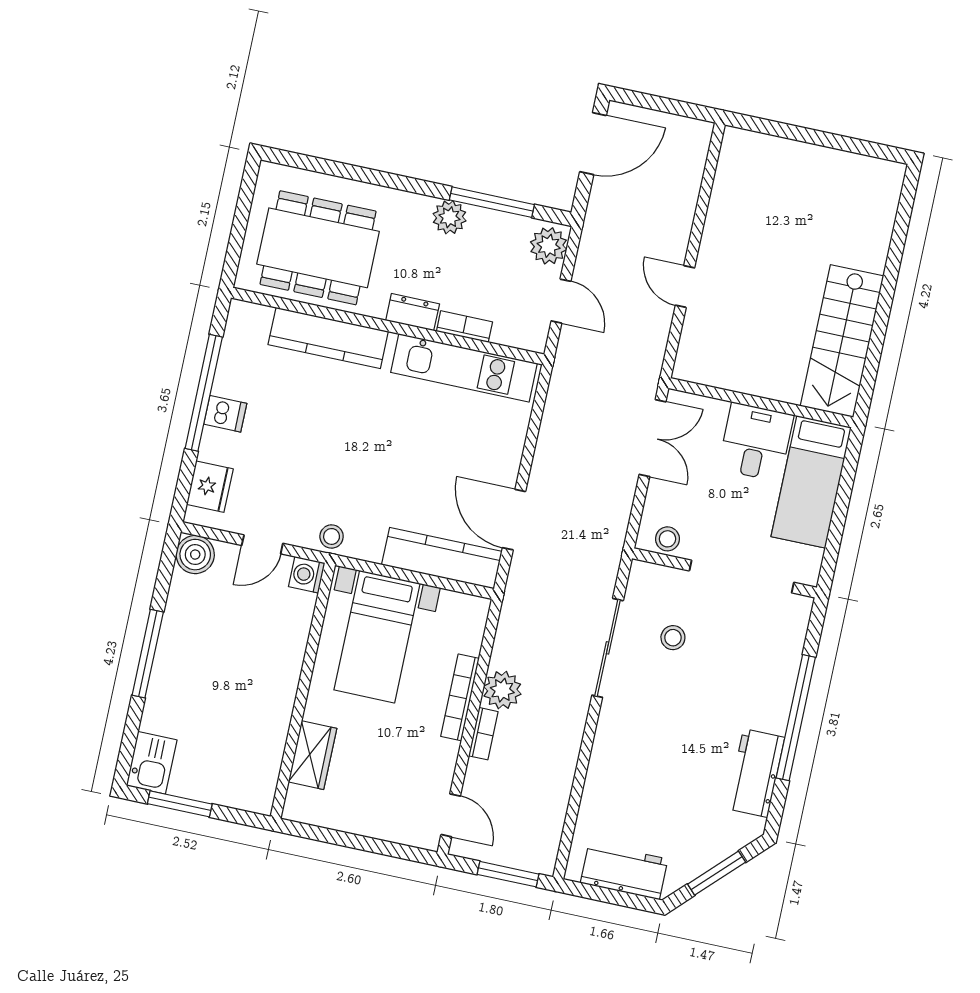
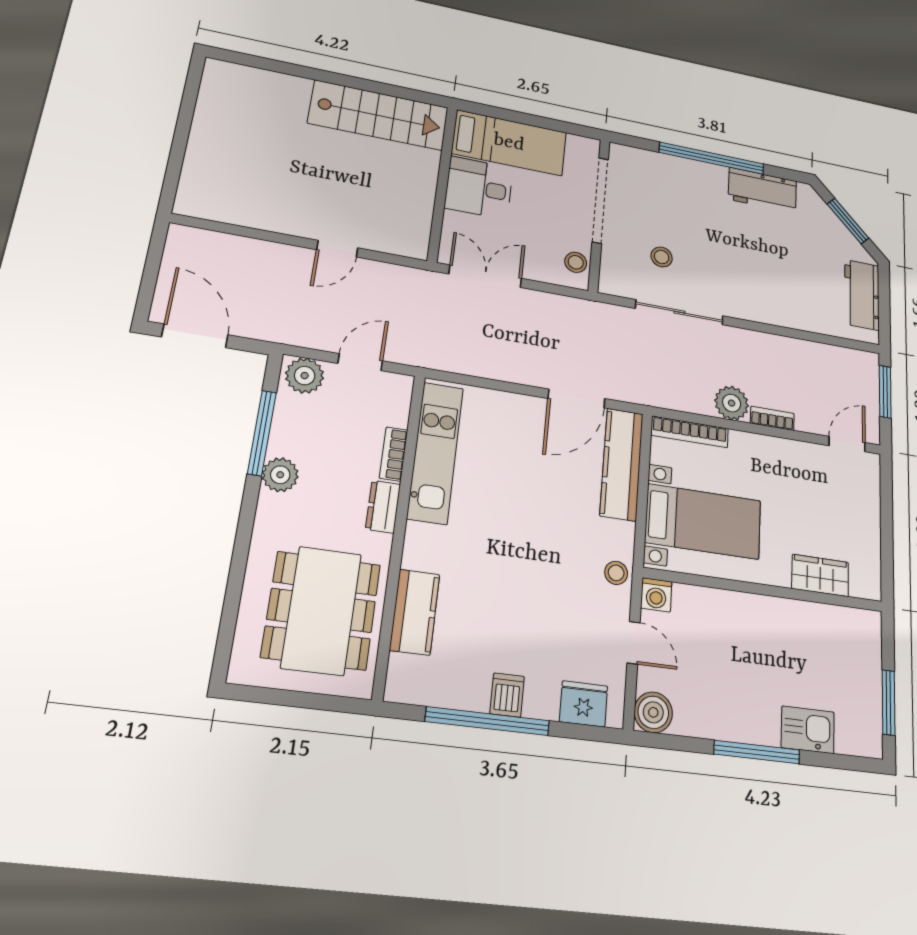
kitchen counter: (328, 338) -> (415, 612), width x0.67
bookcase: (460, 697) -> (690, 432), moved
kitchen sink: (152, 763) -> (808, 730), moved

